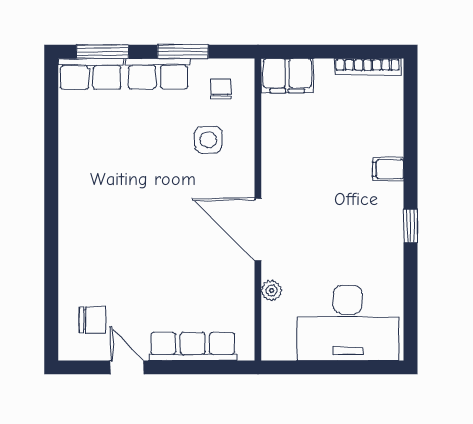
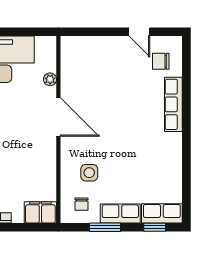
window: (103, 52) -> (155, 227), width x0.67
row of seats: (193, 346) -> (173, 104), moved, turned 90

